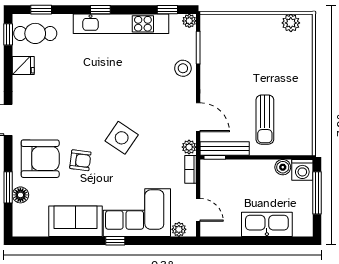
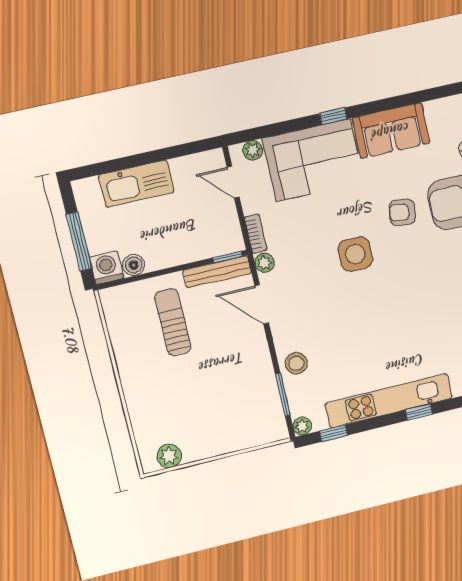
side table: (122, 138) -> (355, 254), turned -34

